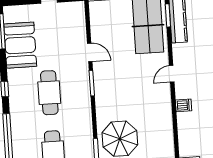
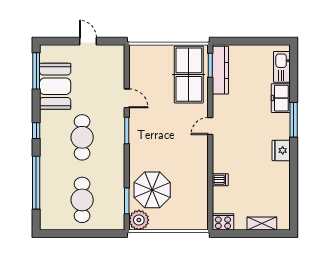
dishwasher: (183, 105) -> (220, 180), moved

